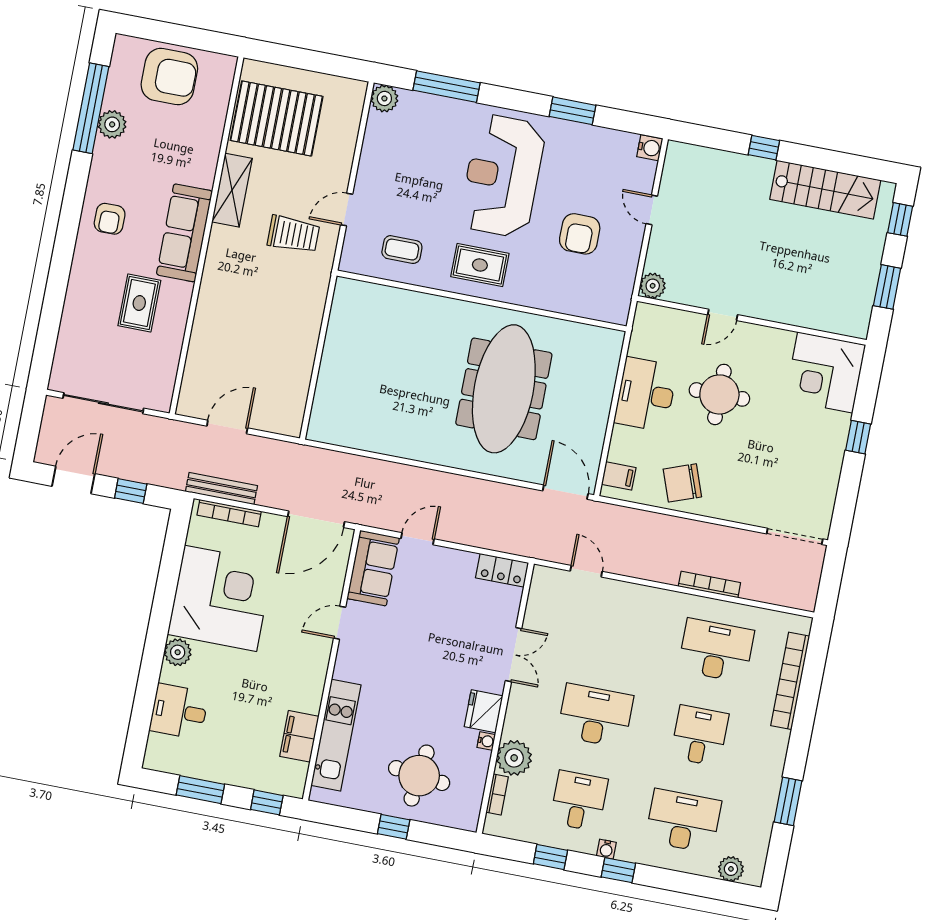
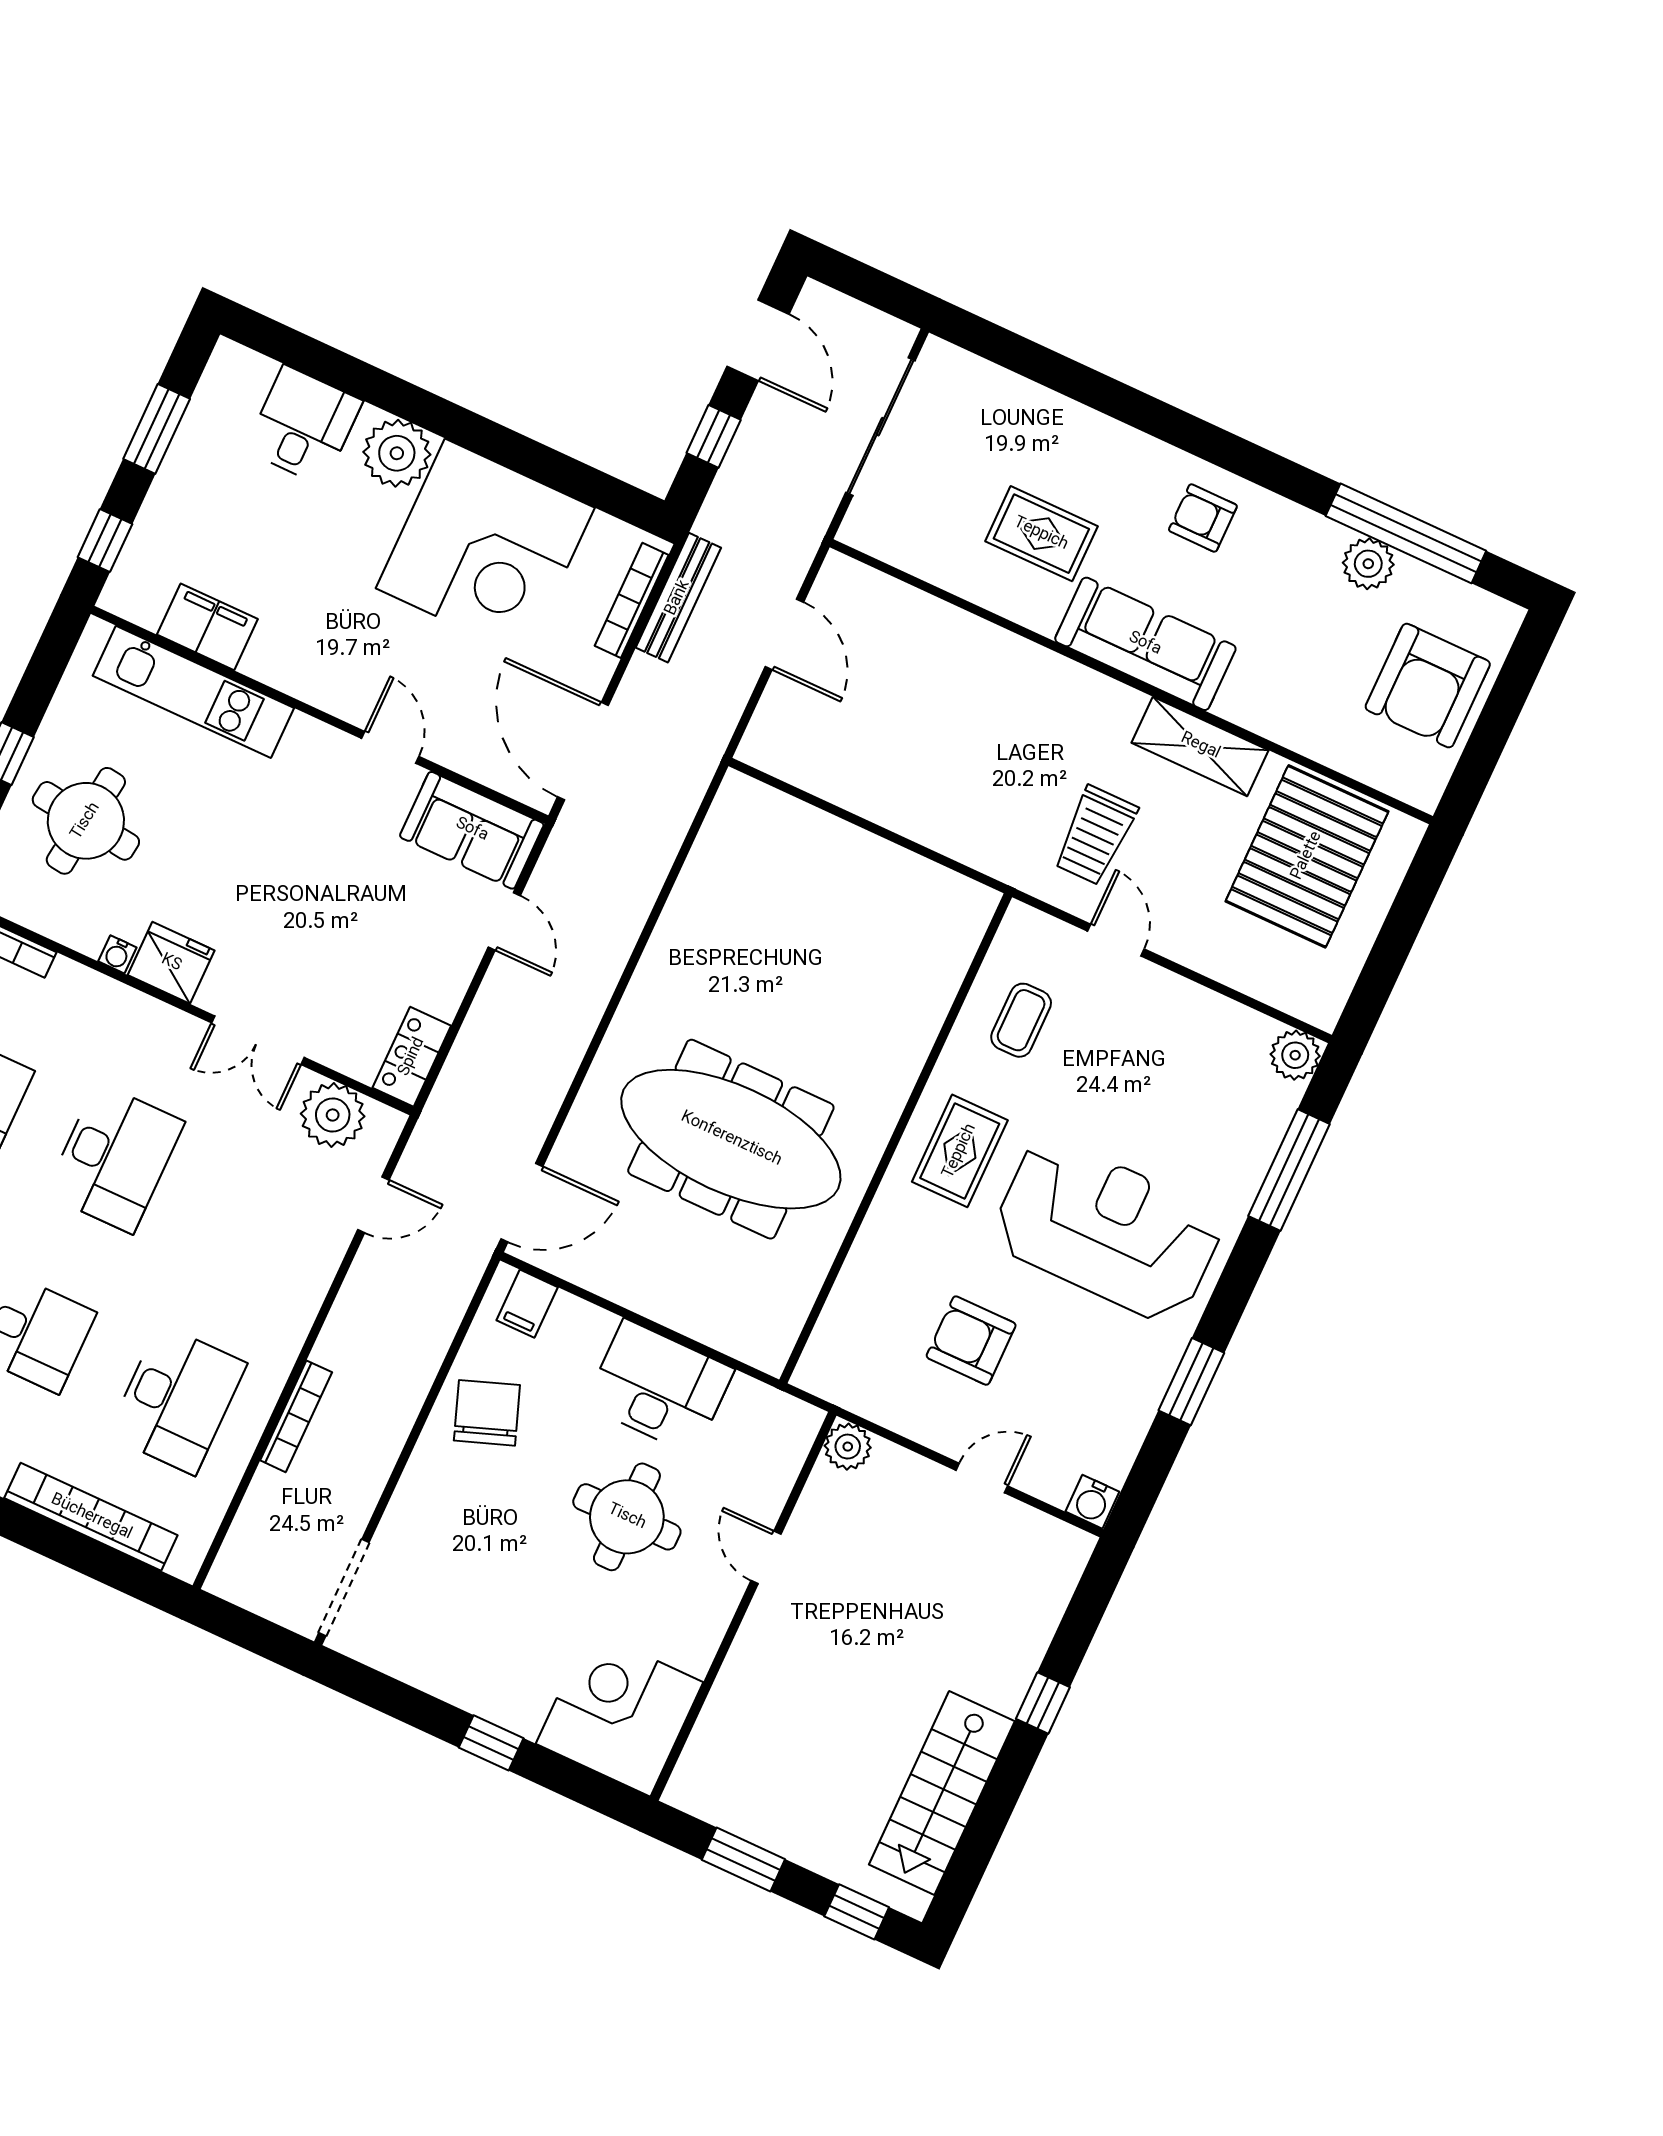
plant: (178, 652) -> (397, 453), width x1.36, depth x1.36
plant: (514, 758) -> (333, 1115), moved

